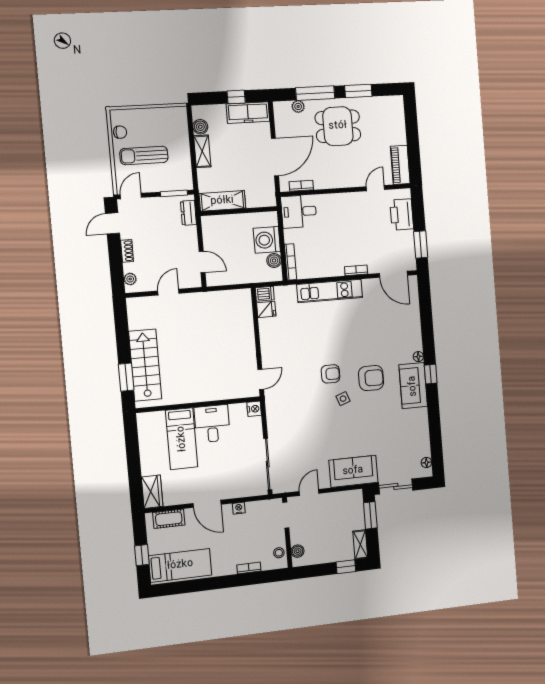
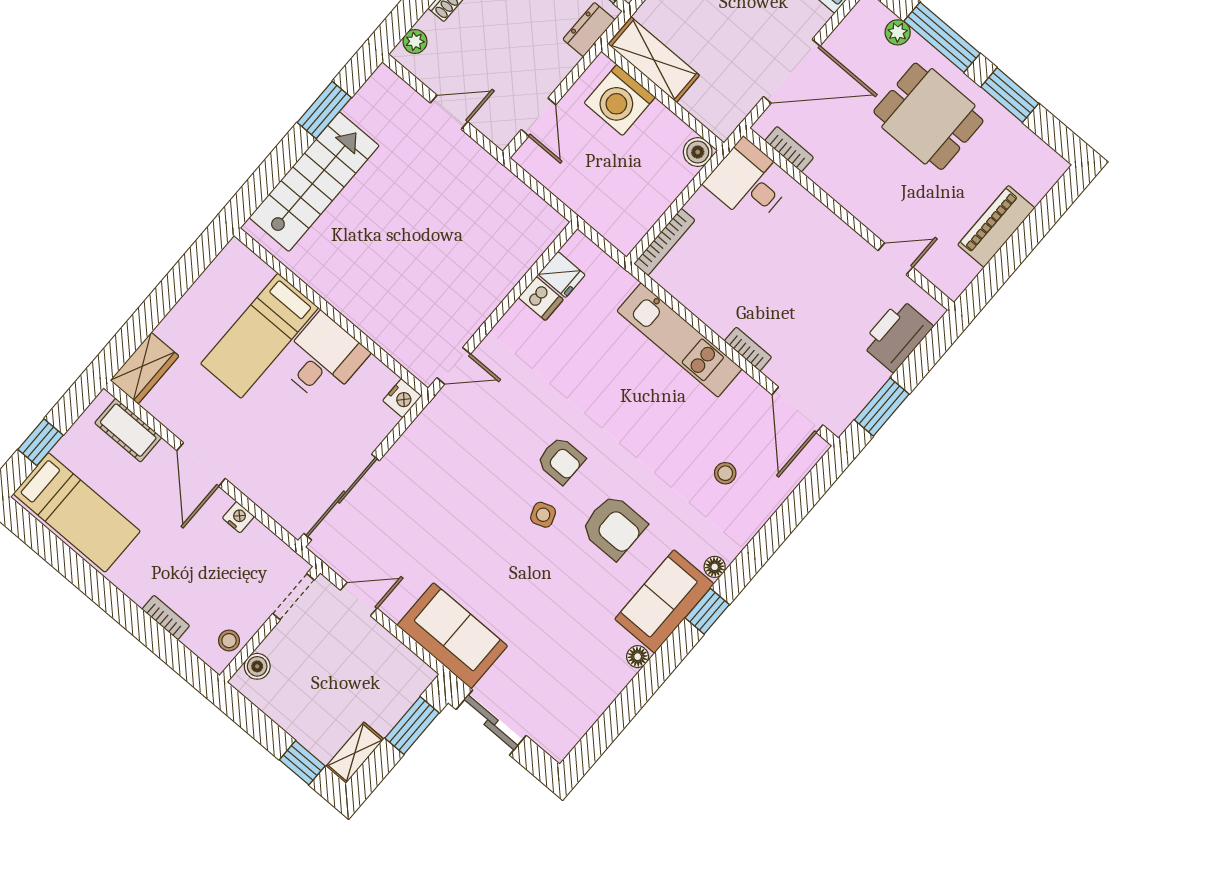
piano: (400, 165) -> (996, 226), moved
washing machine: (267, 240) -> (620, 100), moved, turned -90
boiler: (274, 260) -> (698, 152), moved
dishwasher: (265, 294) -> (541, 299), moved
stool: (391, 321) -> (725, 473), added
window: (126, 377) -> (324, 110), moved
floor lamp: (426, 463) -> (638, 657), moved

